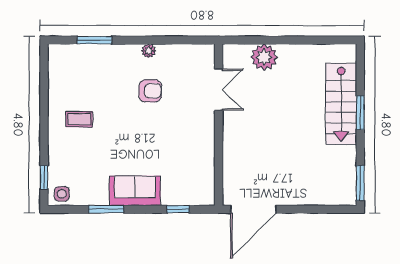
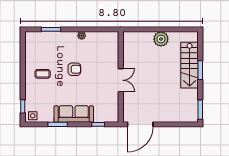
plant: (264, 57) -> (161, 39), moved
double door: (219, 90) -> (121, 80), moved
armchair: (150, 91) -> (74, 69), moved
sofa: (135, 191) -> (74, 114), width x1.36

